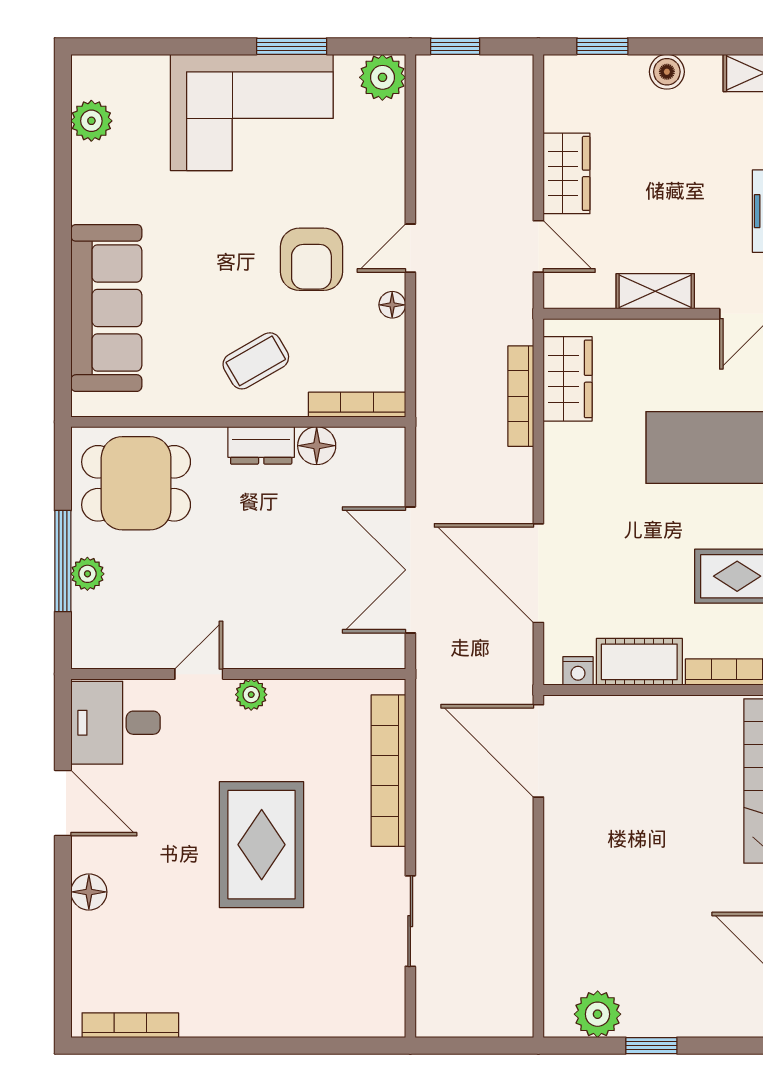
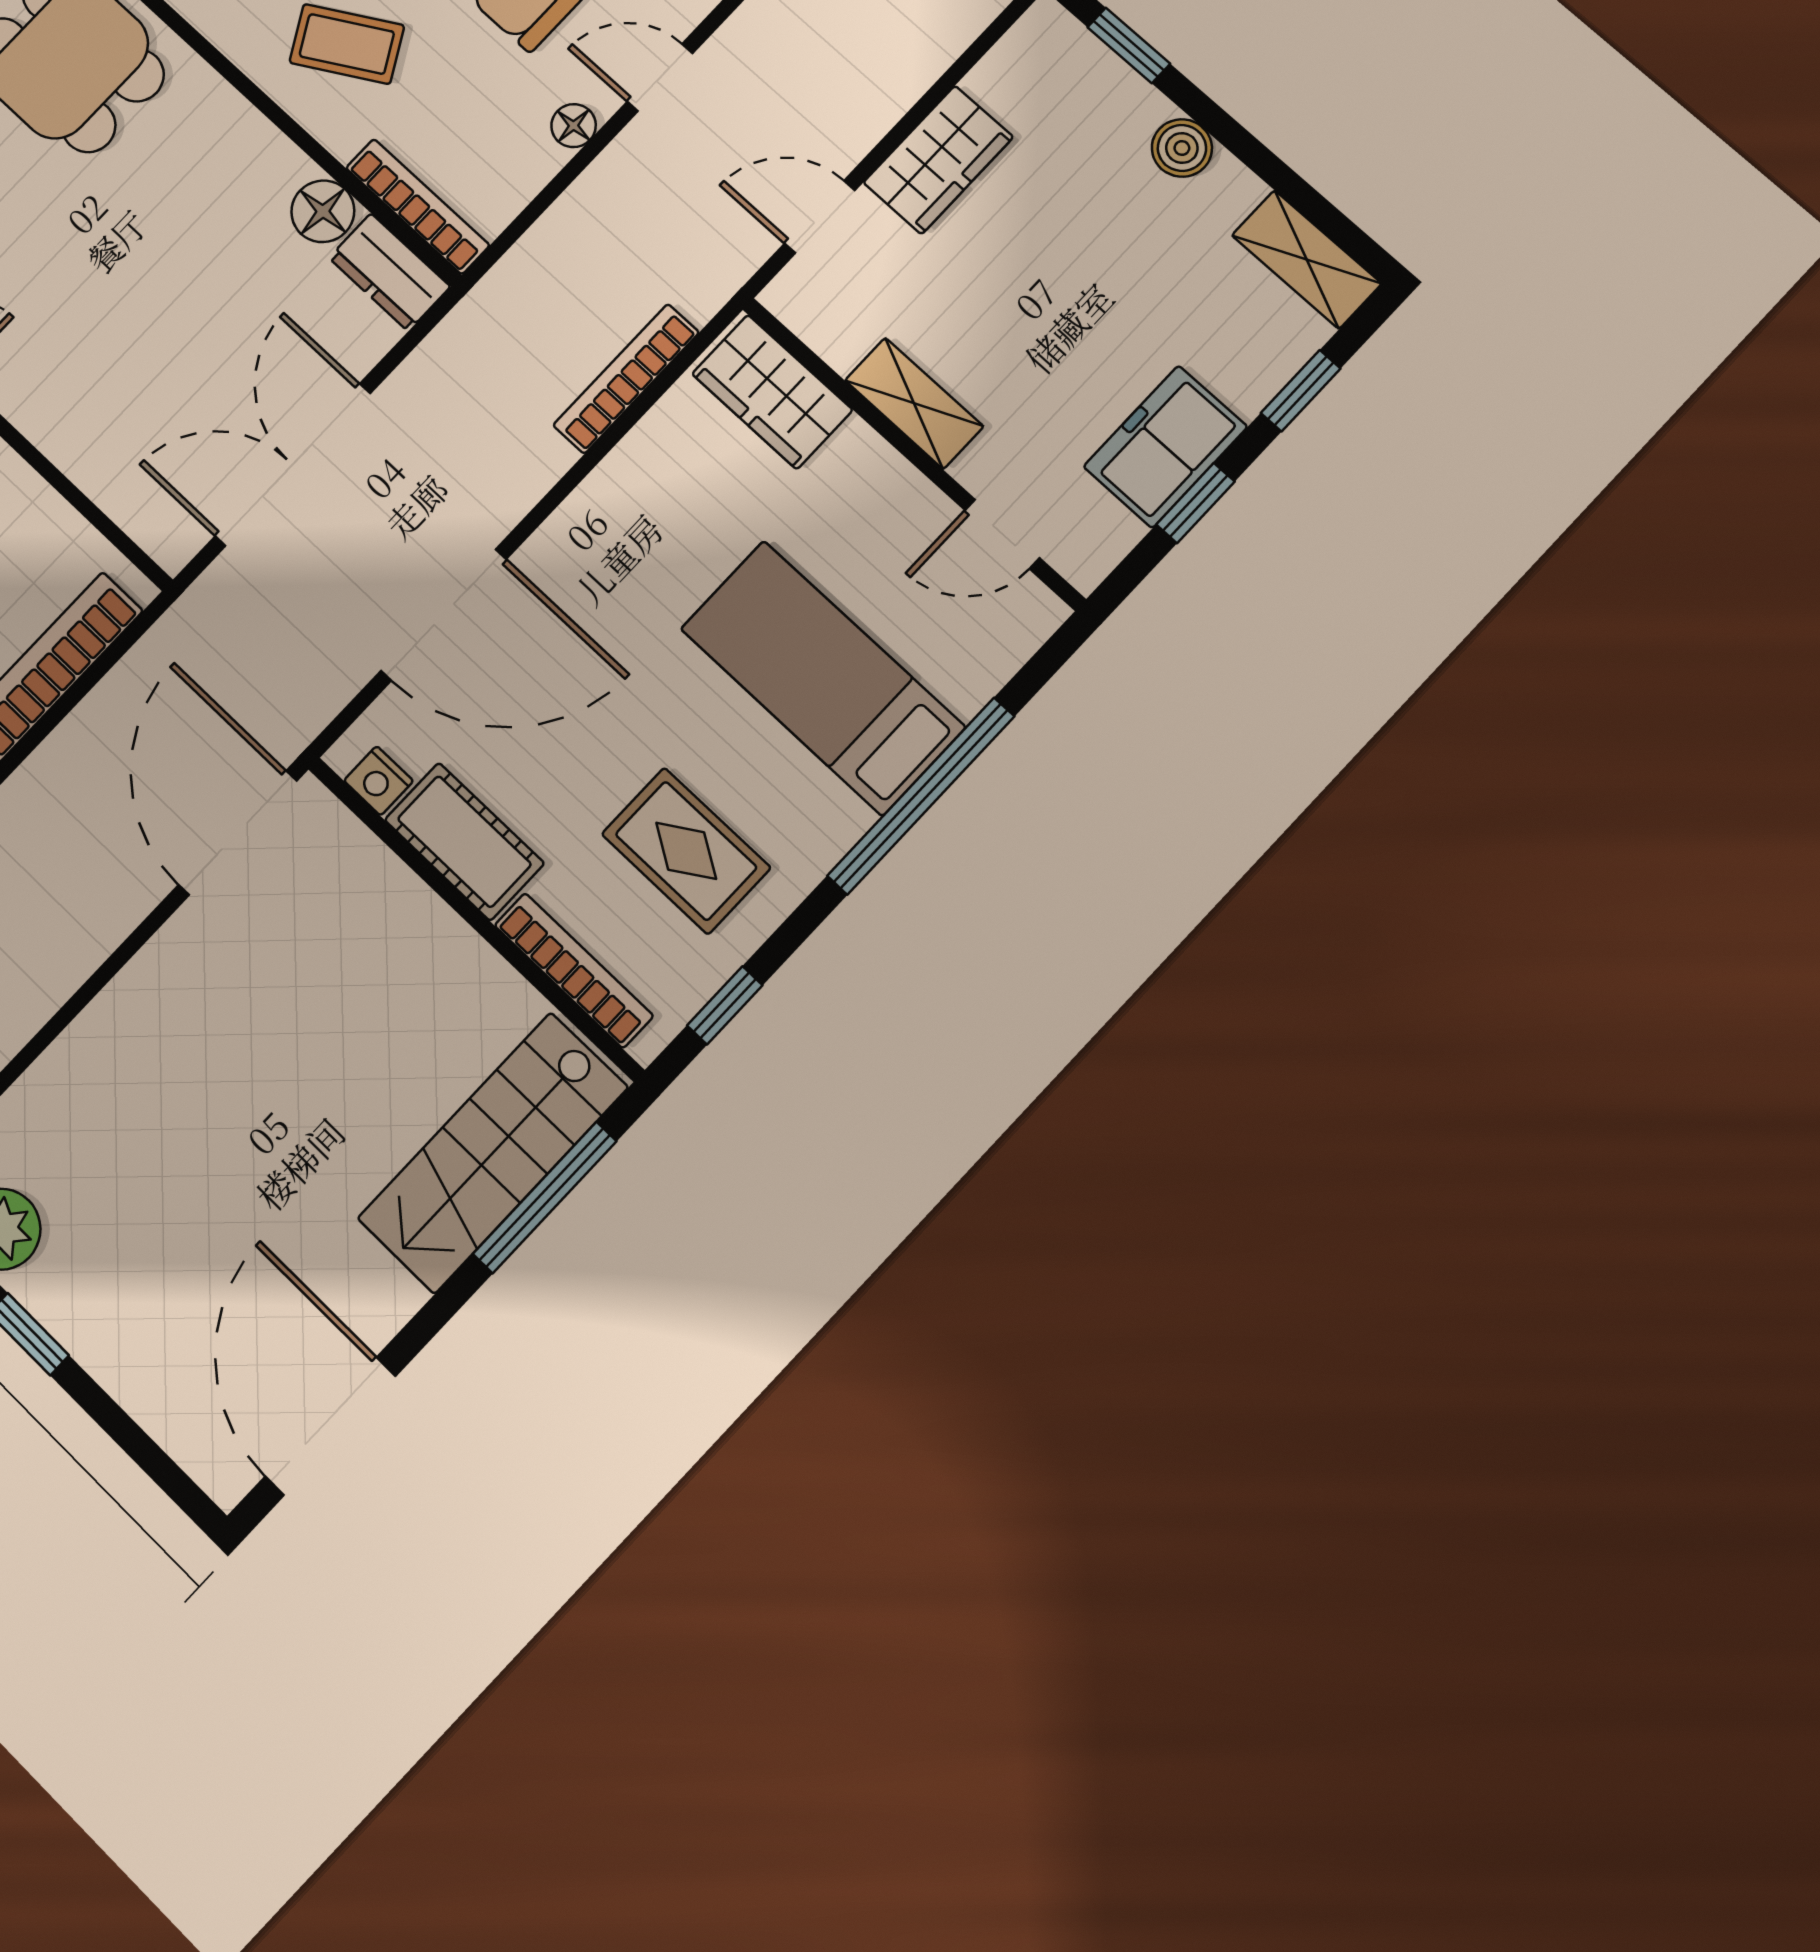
door: (538, 246) -> (820, 217), swing flipped
wardrobe: (568, 379) -> (772, 392), moved, turned 90
dresser: (261, 445) -> (389, 272), moved
door: (538, 573) -> (444, 615), swing flipped

